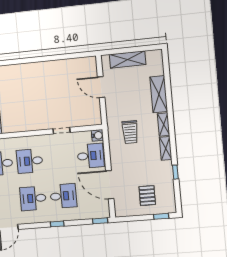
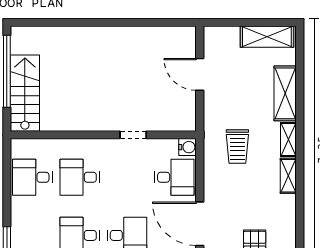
shelving: (128, 60) -> (267, 37), moved
window: (175, 172) -> (300, 213), removed

